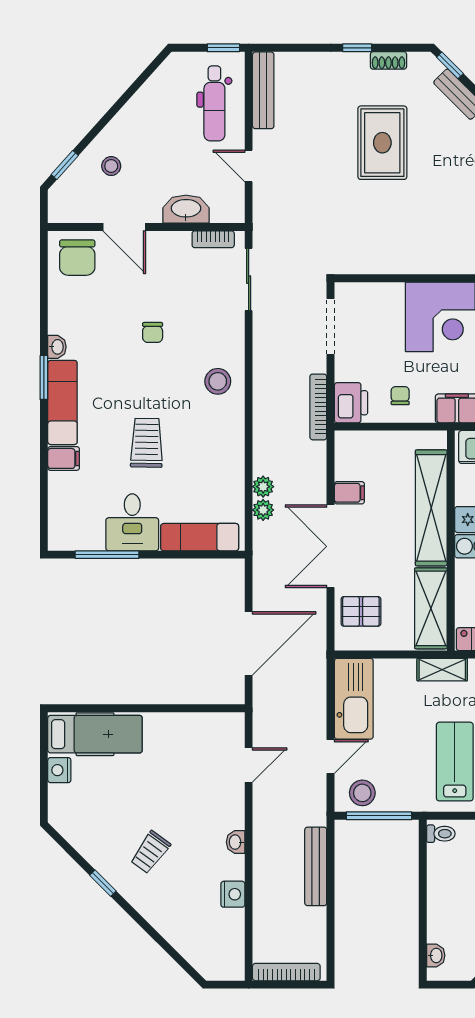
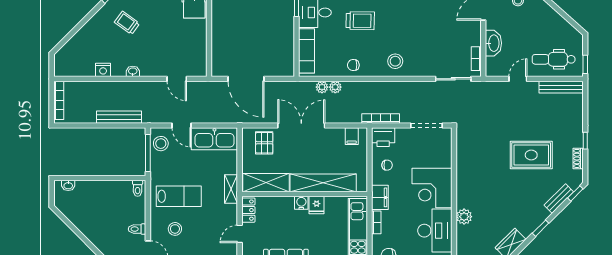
chair: (153, 332) -> (353, 65), moved
filing cabinet: (349, 493) -> (352, 136), moved

